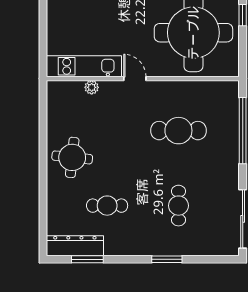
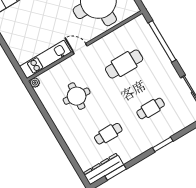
plant: (92, 87) -> (35, 83), moved
round table: (72, 157) -> (77, 96), moved
cafe table: (178, 206) -> (151, 108), turned 90

